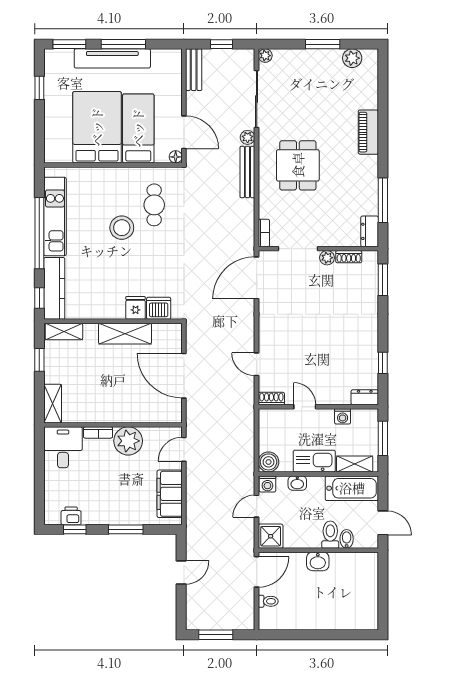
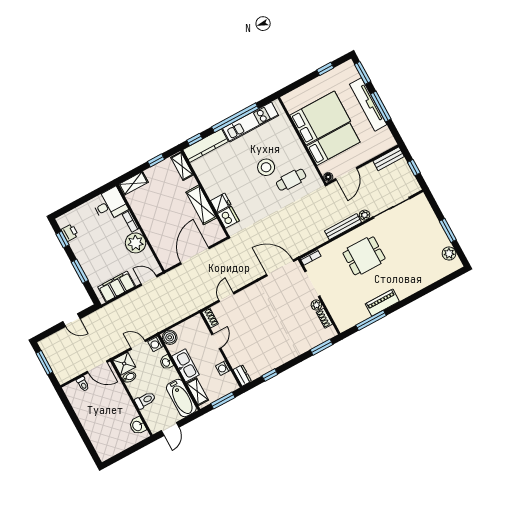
plant: (265, 56) -> (421, 199), removed
piano: (368, 132) -> (382, 303), moved
dresser: (370, 231) -> (347, 323), removed
bidet: (347, 539) -> (129, 377), moved
washbasin: (318, 561) -> (138, 426), moved

